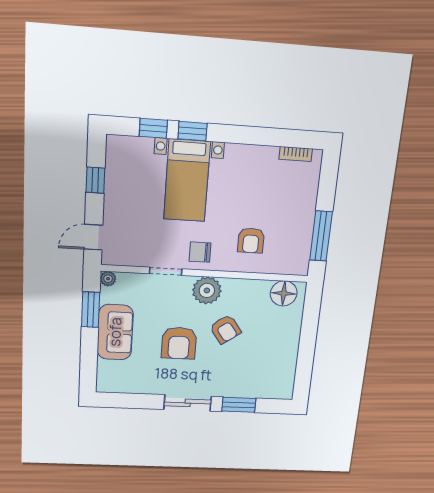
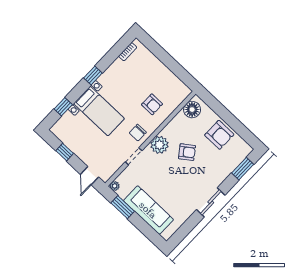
window: (192, 131) -> (93, 75), moved
window: (321, 236) -> (178, 70), removed
sofa: (115, 332) -> (148, 210), width x1.36
armchair: (179, 343) -> (219, 135), moved
window: (239, 405) -> (243, 169), moved

